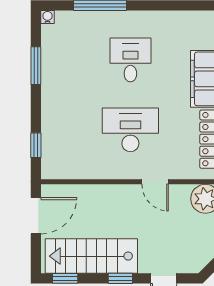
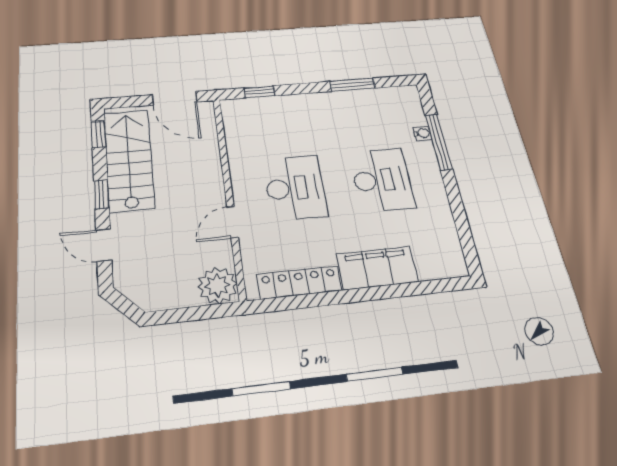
water cooler: (48, 17) -> (422, 133), moved
desk: (130, 60) -> (382, 180), width x1.37

